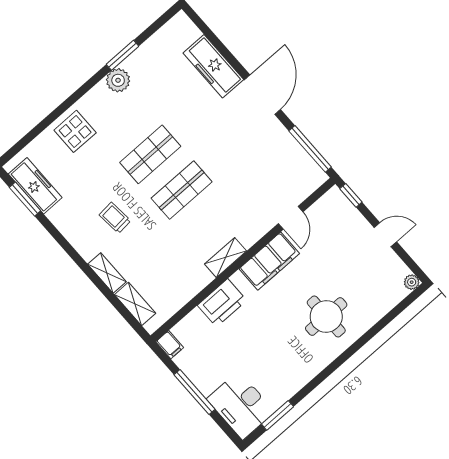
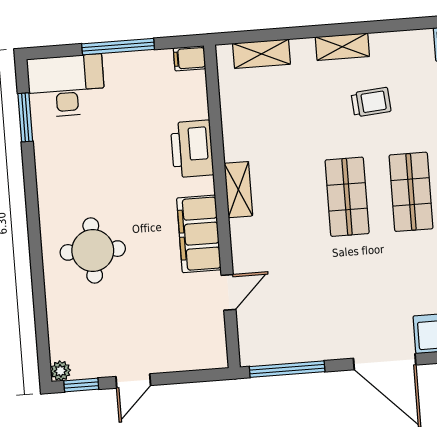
window: (351, 195) -> (81, 385), moved
door: (291, 218) -> (228, 292), swing flipped
shelving: (107, 273) -> (342, 47), moved

